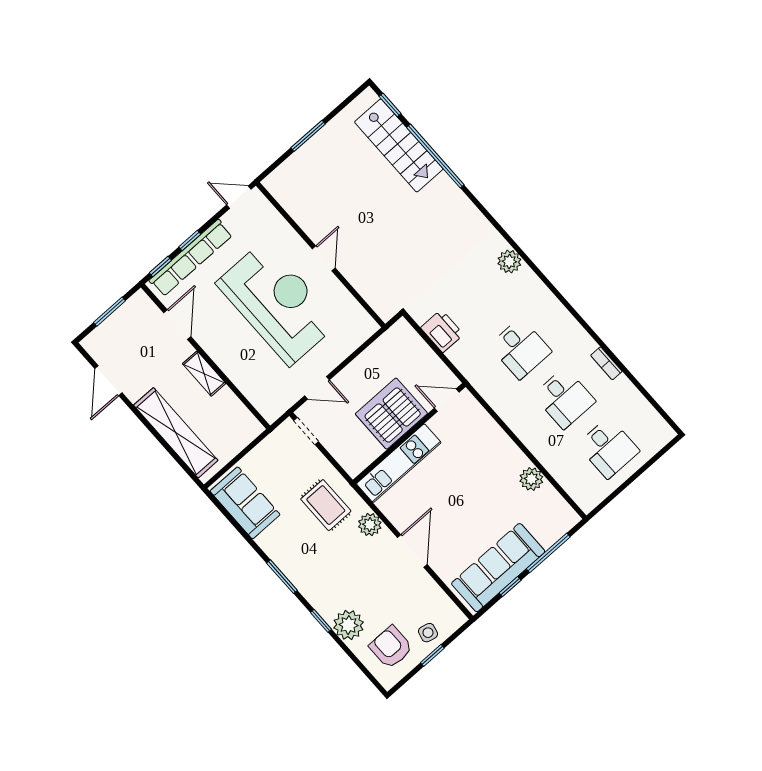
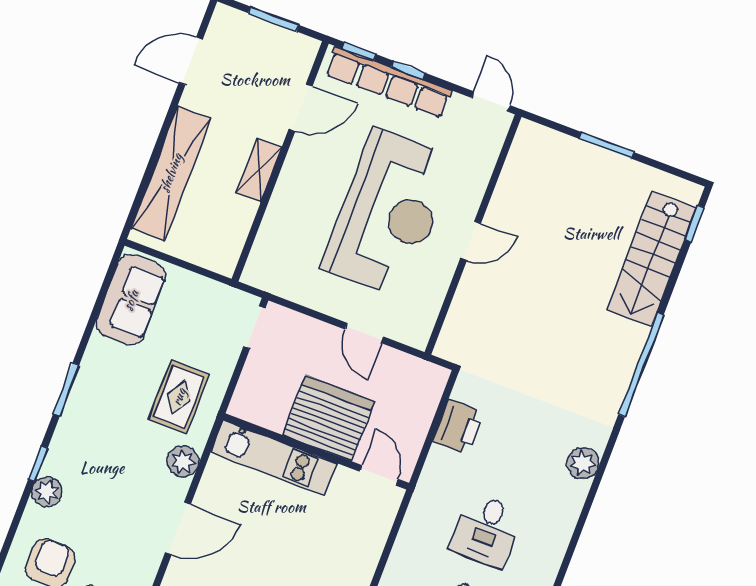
window: (435, 156) -> (641, 365), moved
door: (317, 388) -> (364, 333), moved
plant: (349, 625) -> (47, 492), width x0.73, depth x0.73

